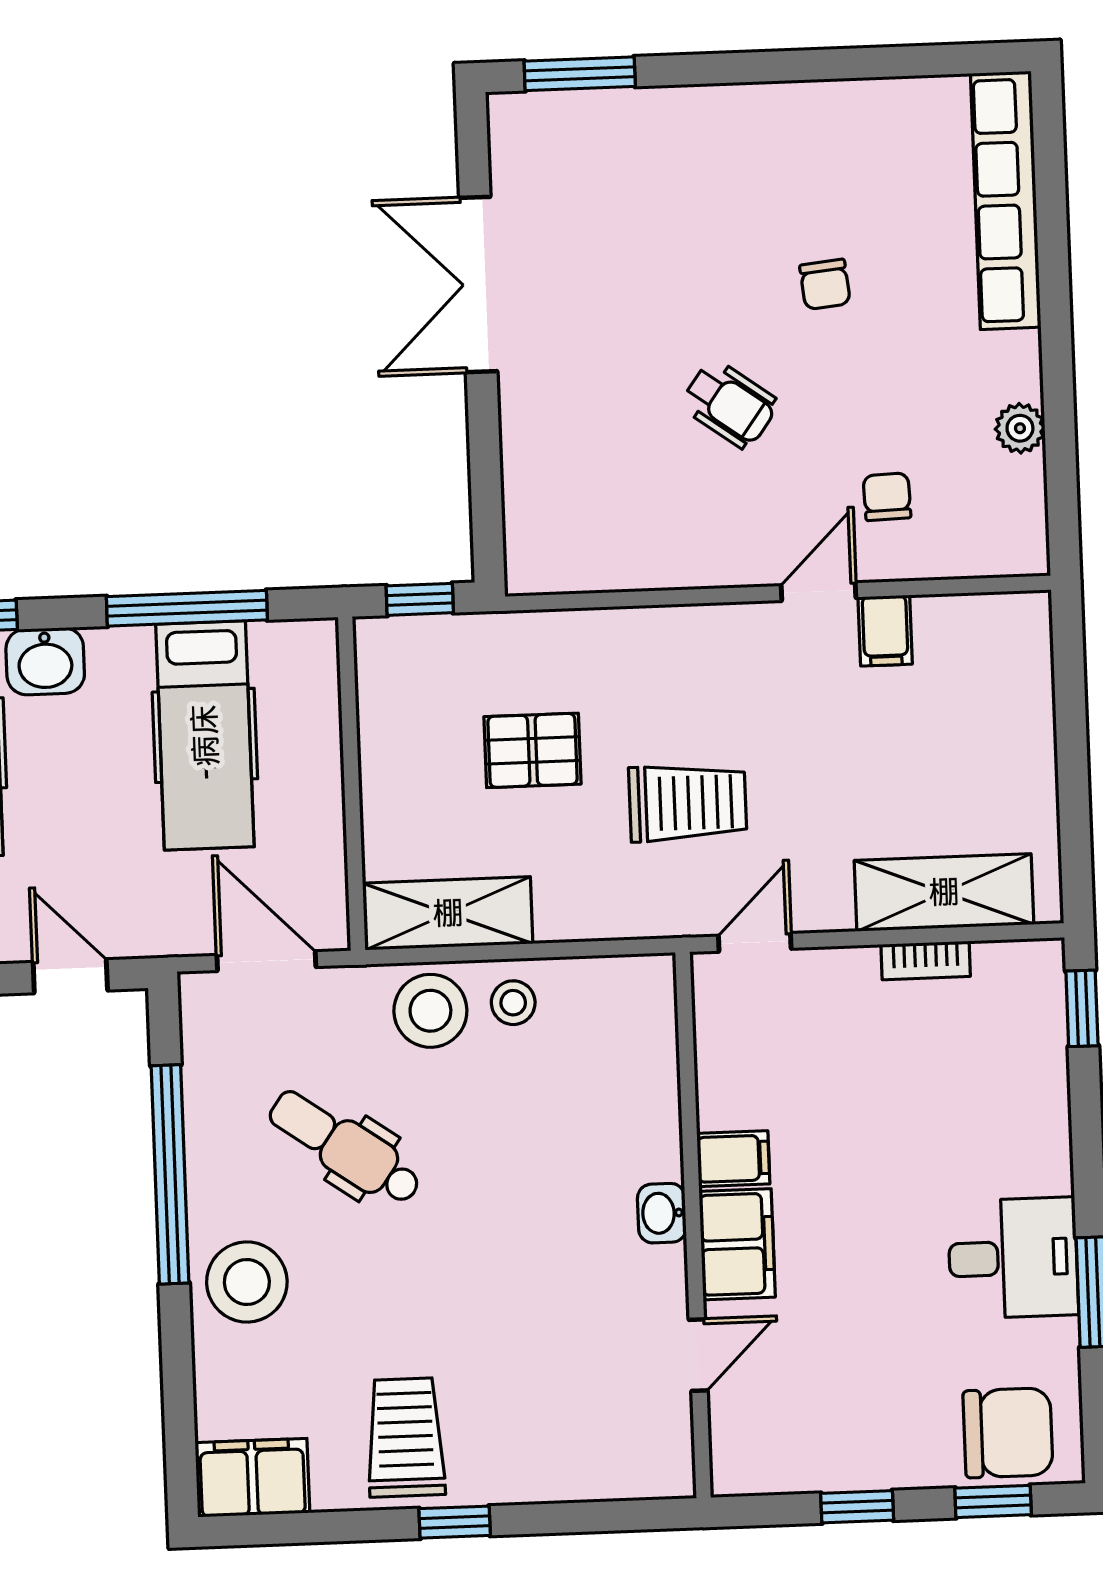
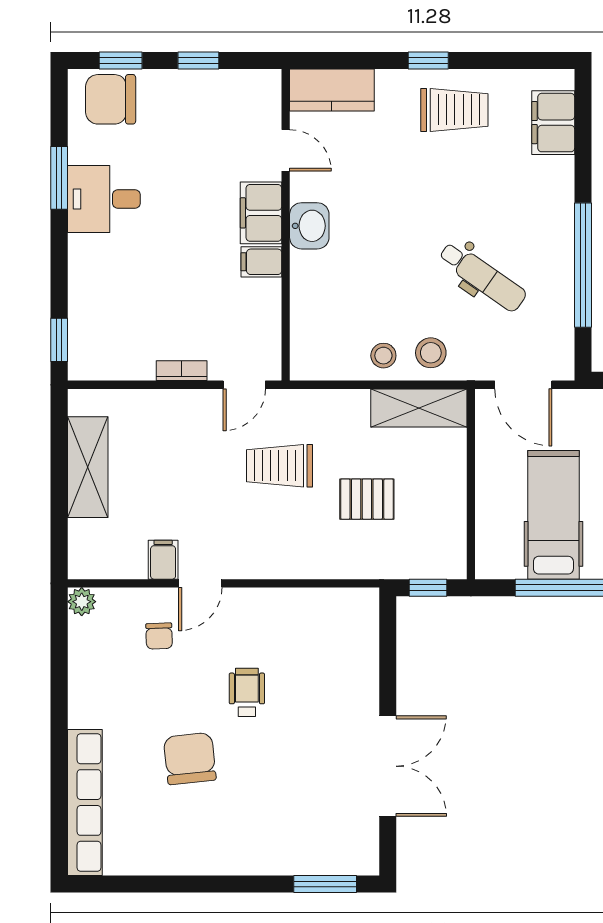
chair: (825, 284) -> (190, 759), width x1.87, depth x1.87
wheelchair: (730, 404) -> (247, 692), turned 54
plant: (1020, 428) -> (82, 602), moved
shelving: (944, 892) -> (88, 467), moved, turned 90
bookcase: (926, 960) -> (182, 371), moved
stool: (430, 1011) -> (431, 353), width x0.73, depth x0.73
washbasin: (662, 1213) -> (309, 226), width x1.38, depth x1.45
stool: (247, 1282) -> (541, 202), removed
door: (698, 1355) -> (286, 150), swing flipped
trolley: (406, 1437) -> (454, 110), turned -90
kitchen counter: (621, 1464) -> (332, 90), added
filing cabinet: (252, 1478) -> (553, 123), moved, turned 90

